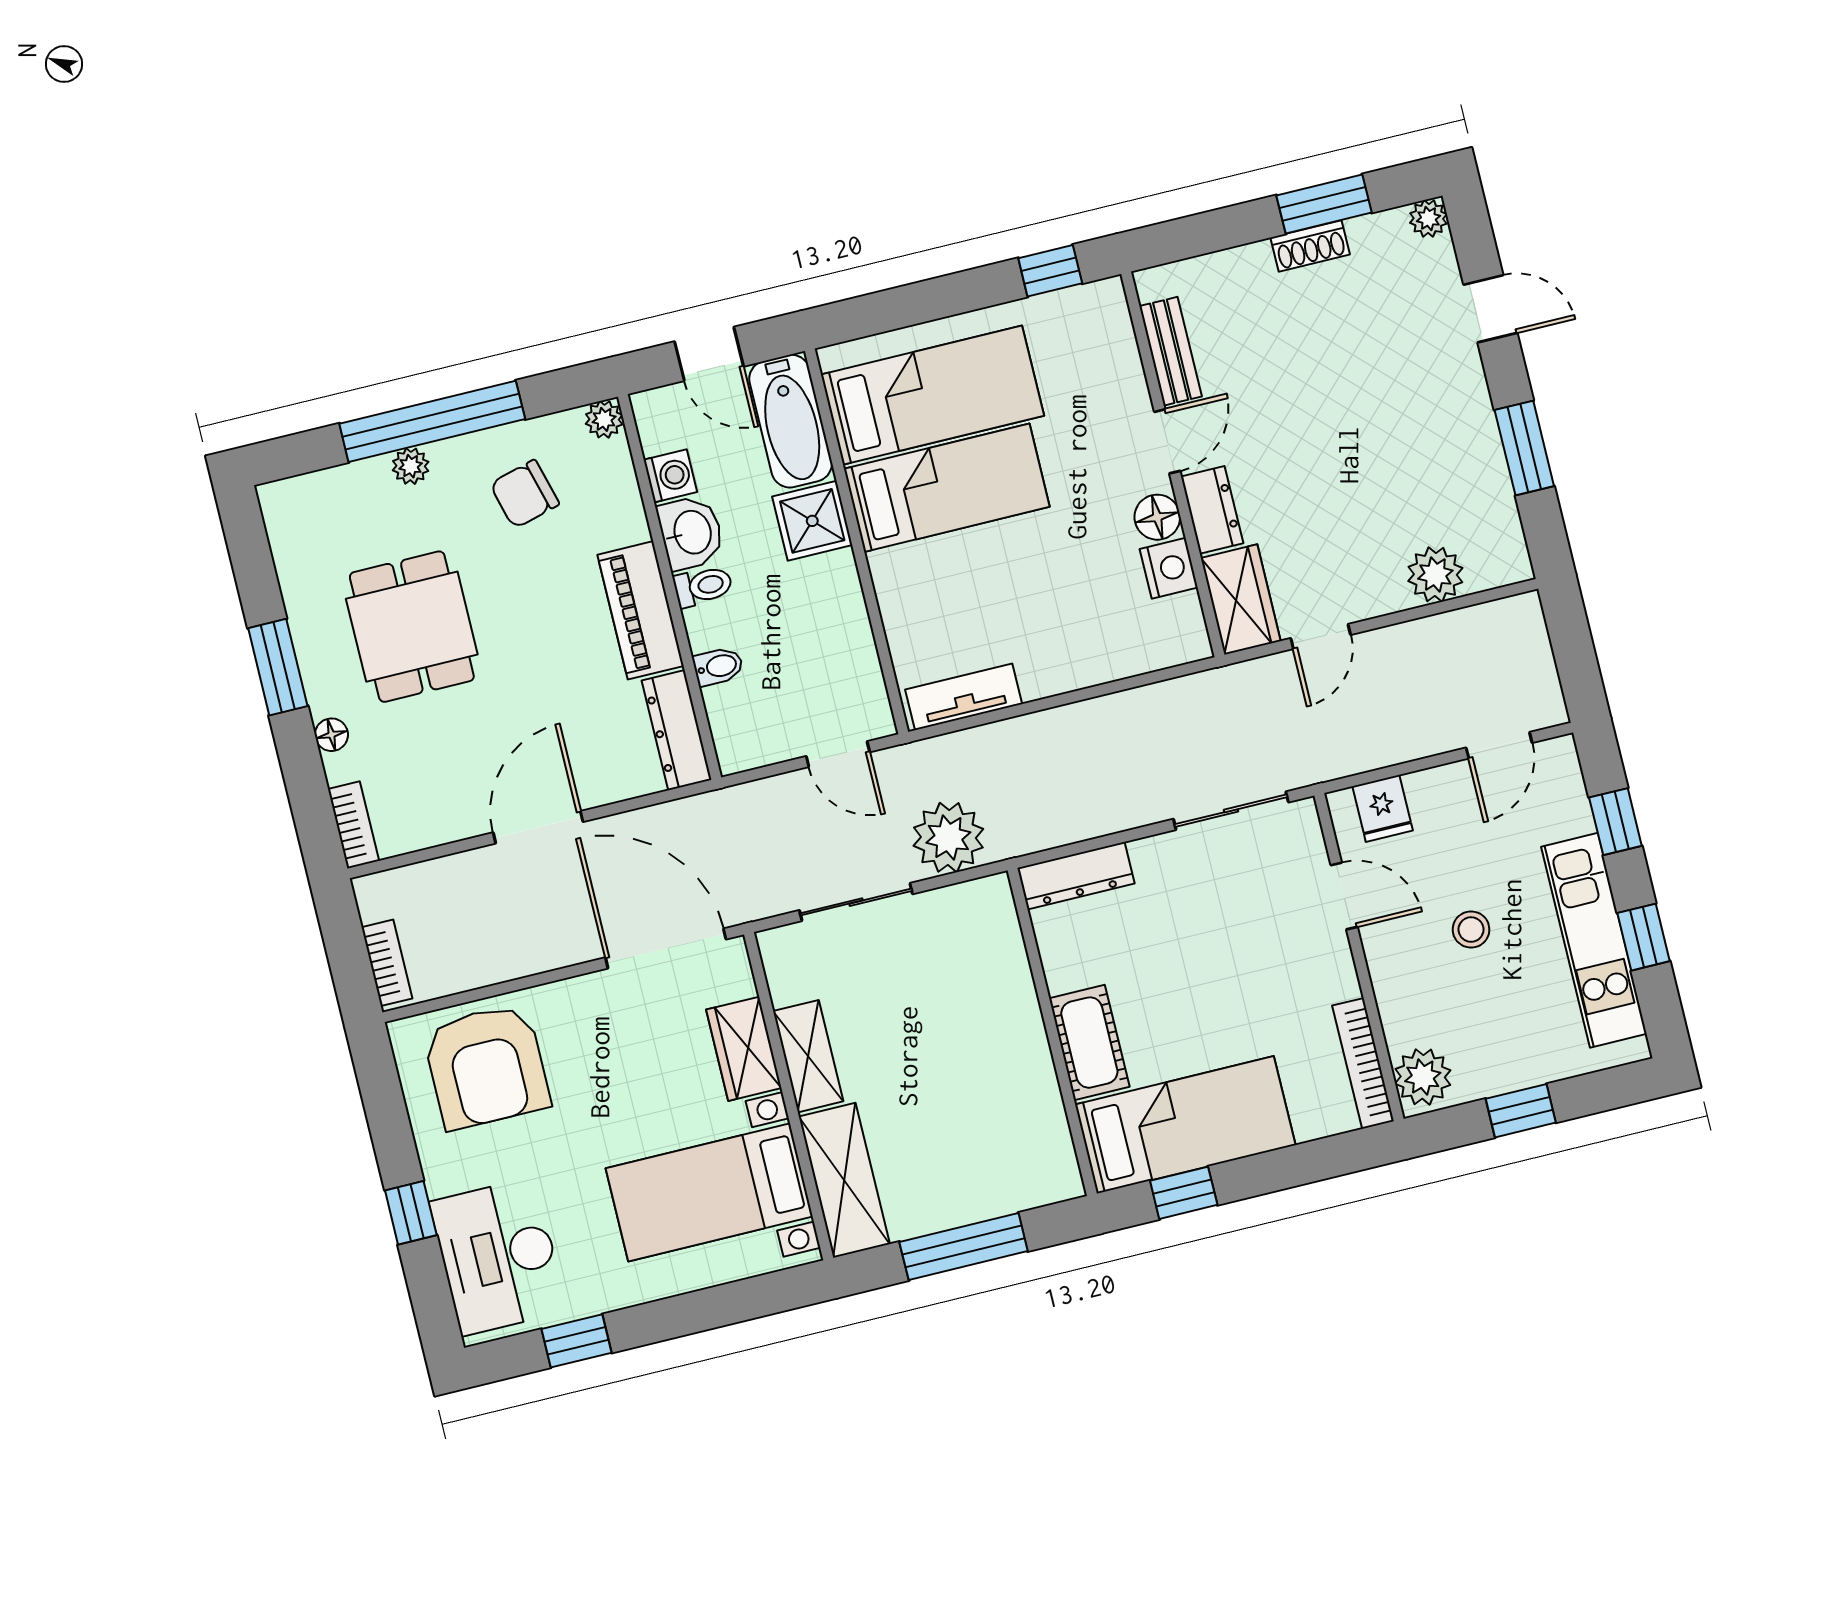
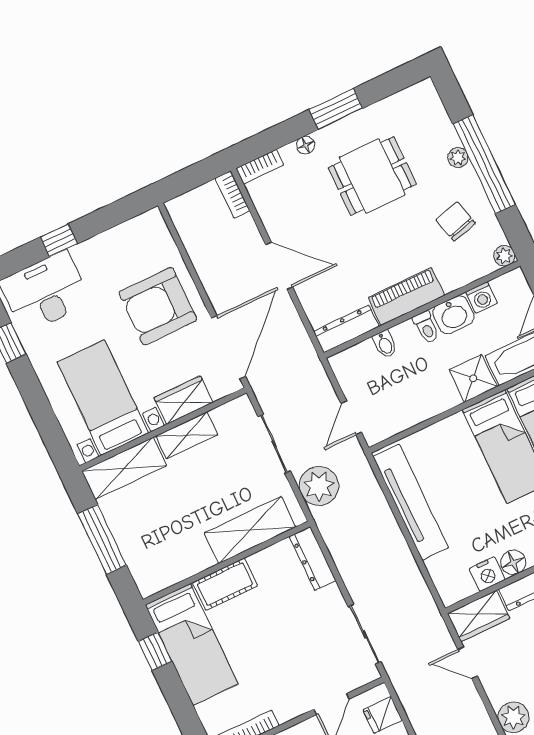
tv unit: (964, 697) -> (411, 502), width x1.92, depth x1.29
bookcase: (387, 963) -> (232, 194), moved, turned 90
shelving: (1002, 978) -> (250, 530), added
armchair: (486, 1066) -> (158, 306), moved

